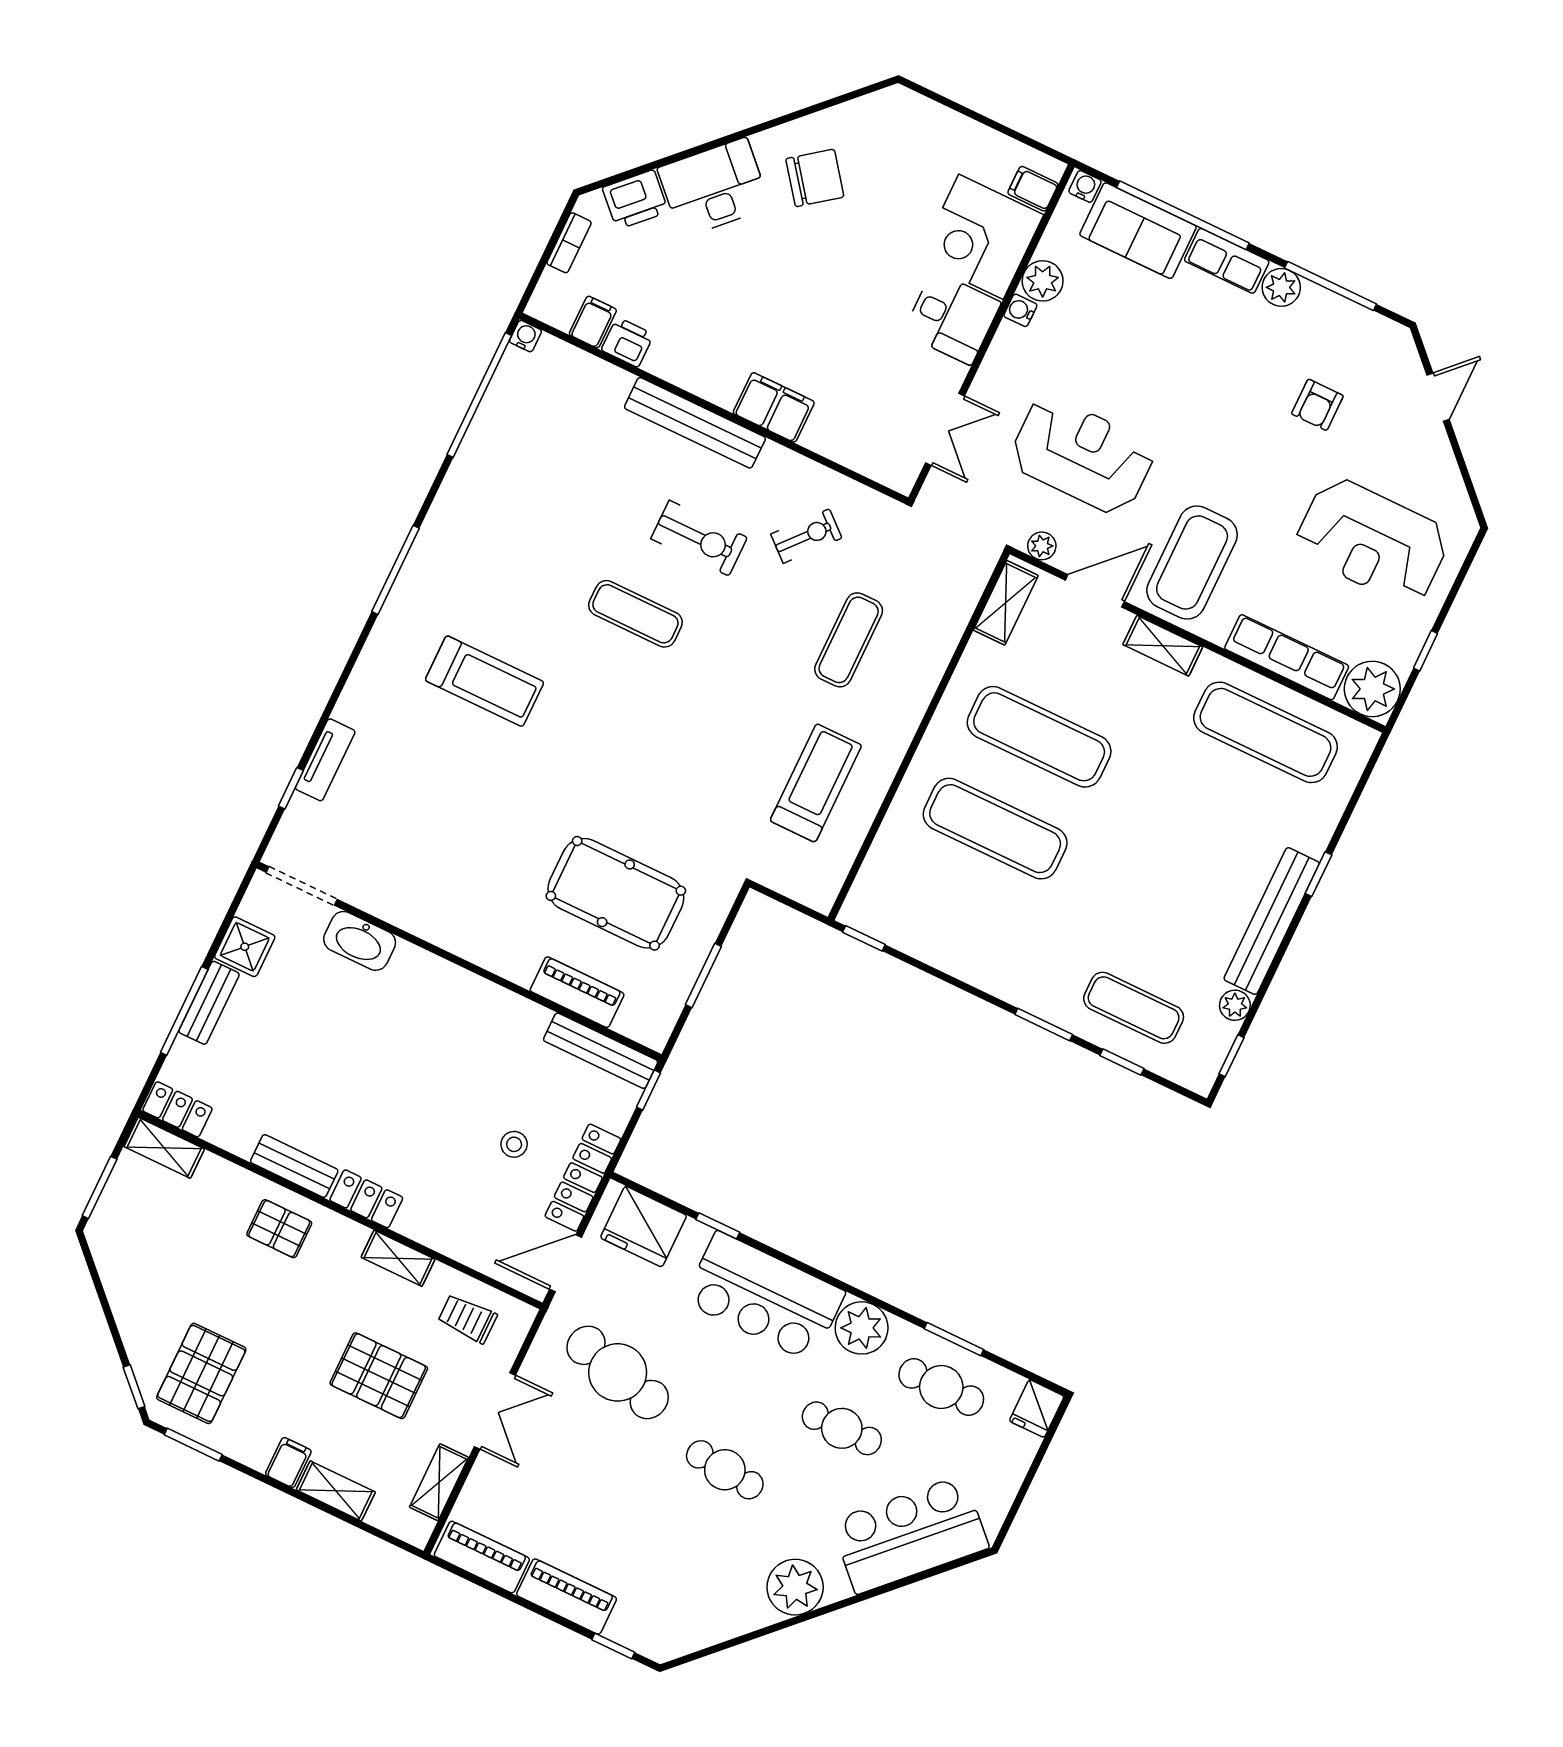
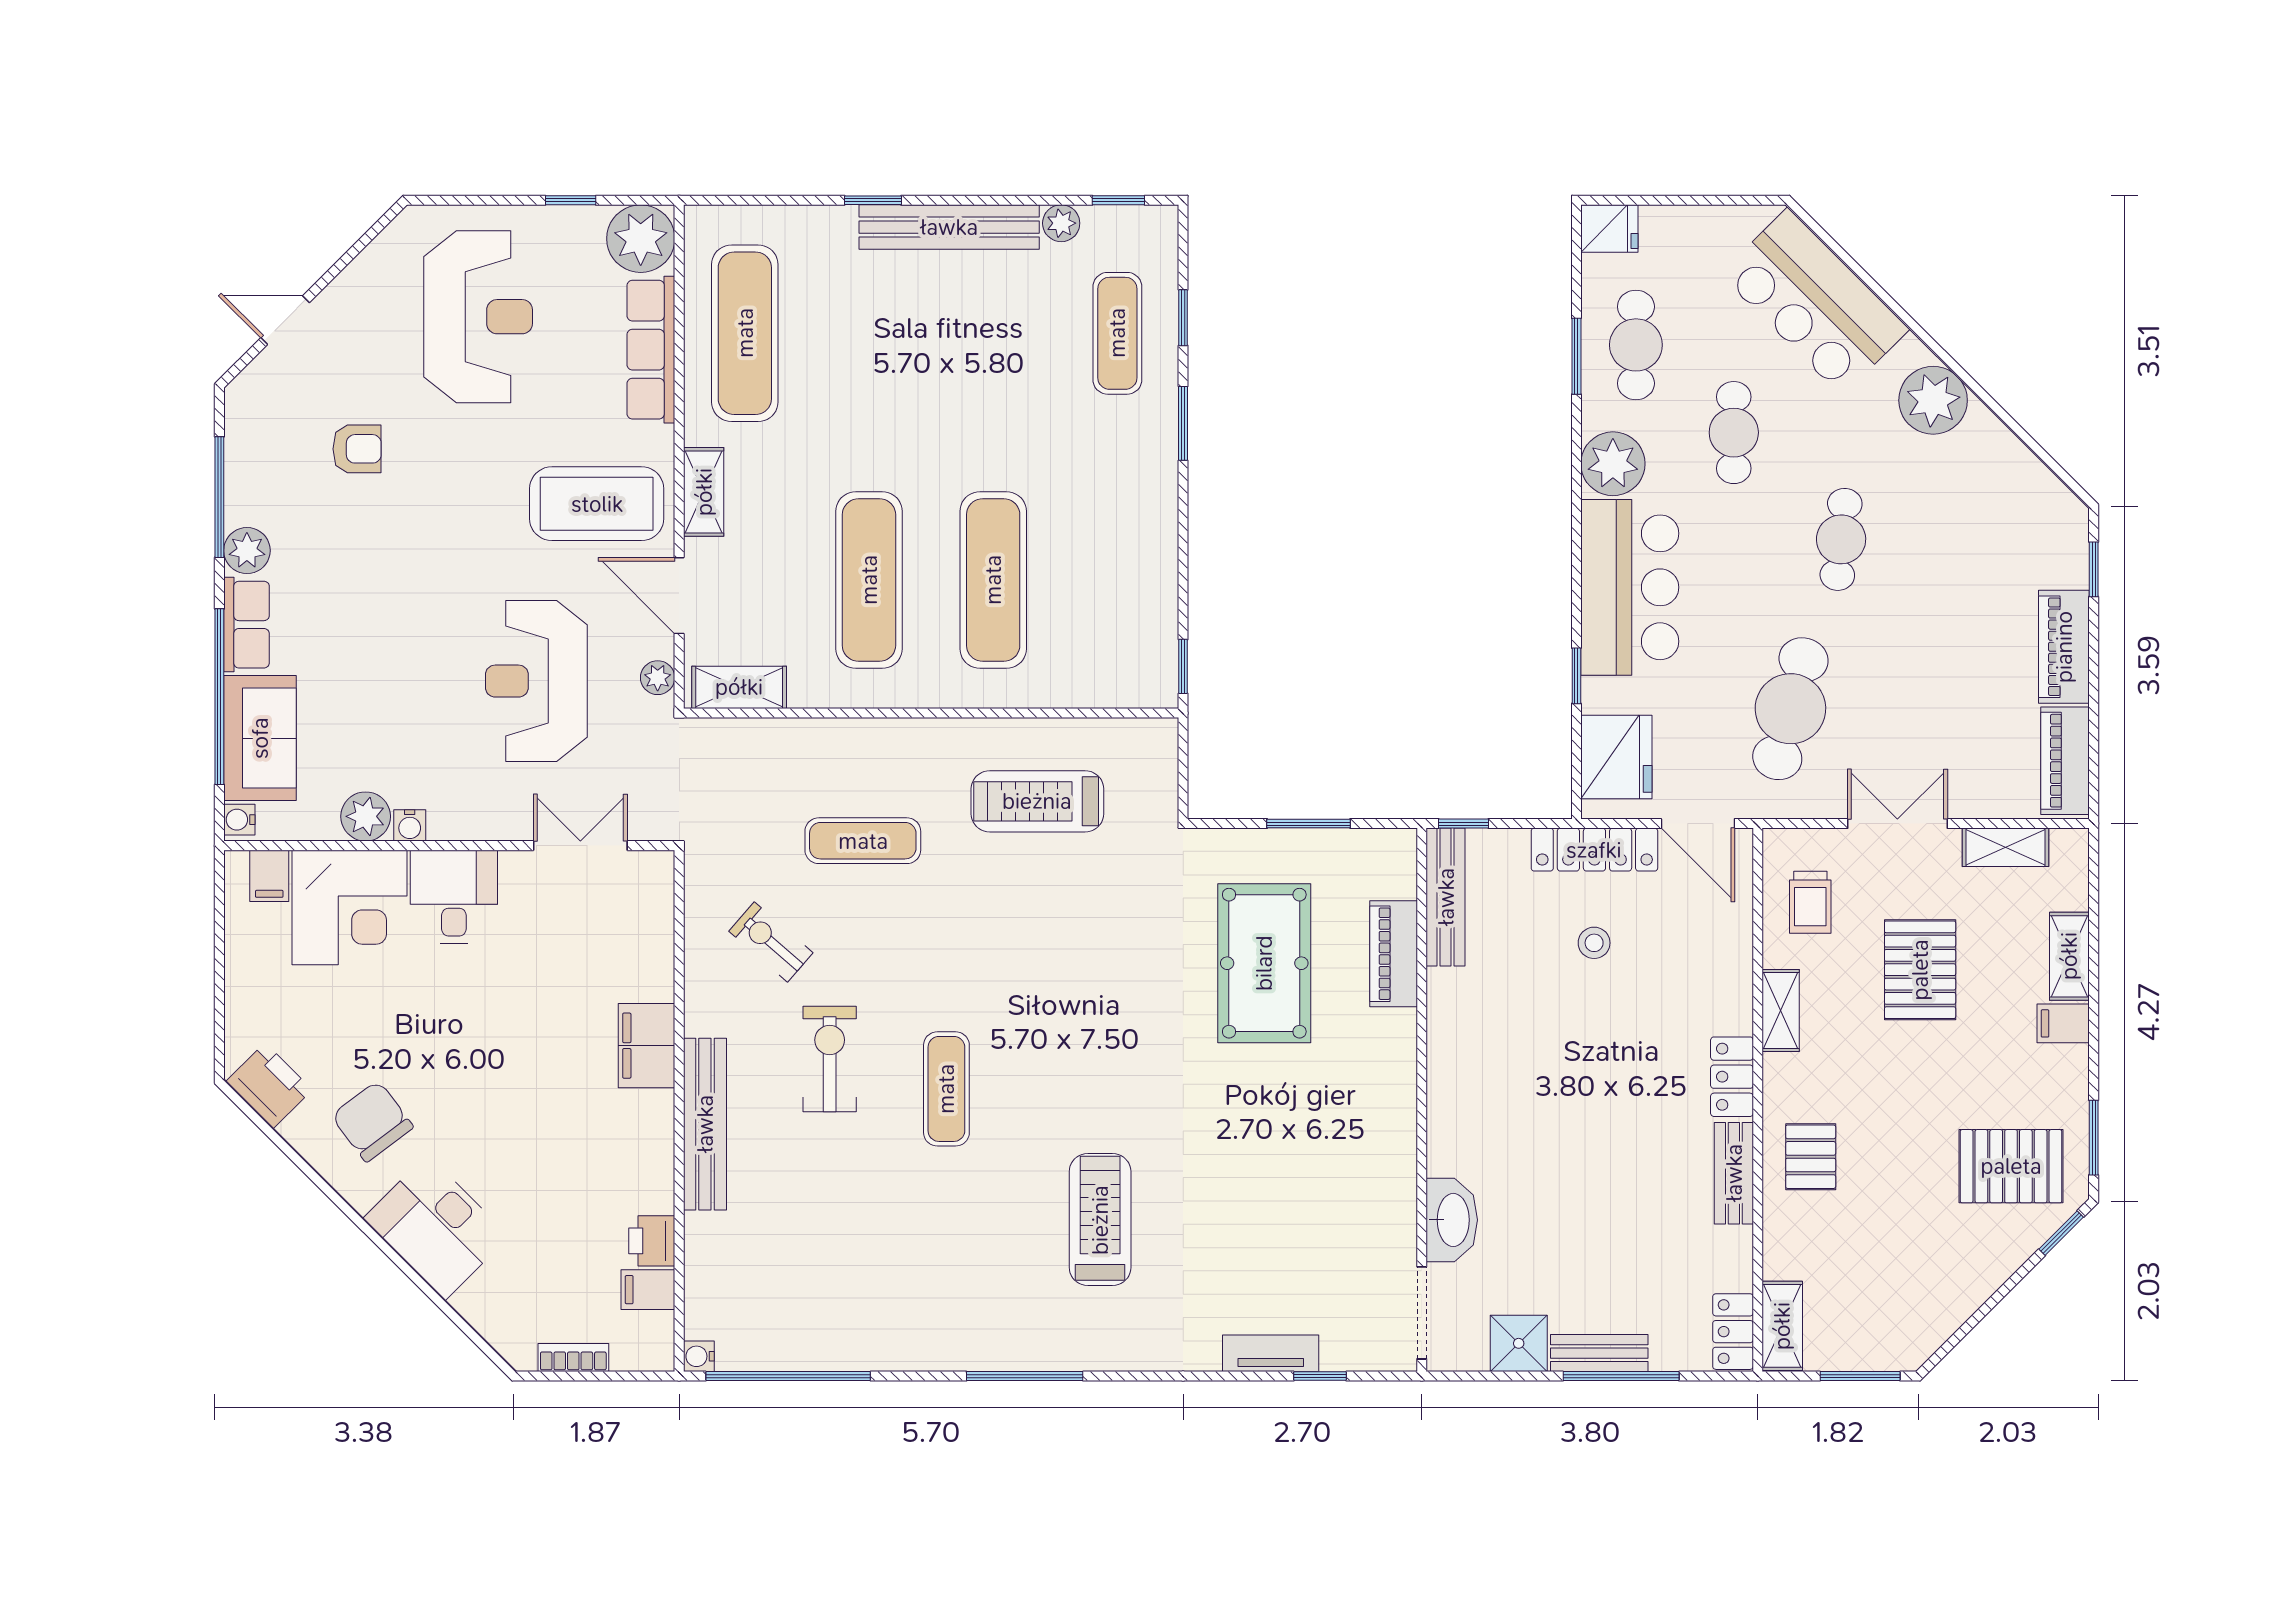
printer: (635, 200) -> (269, 1086), moved

